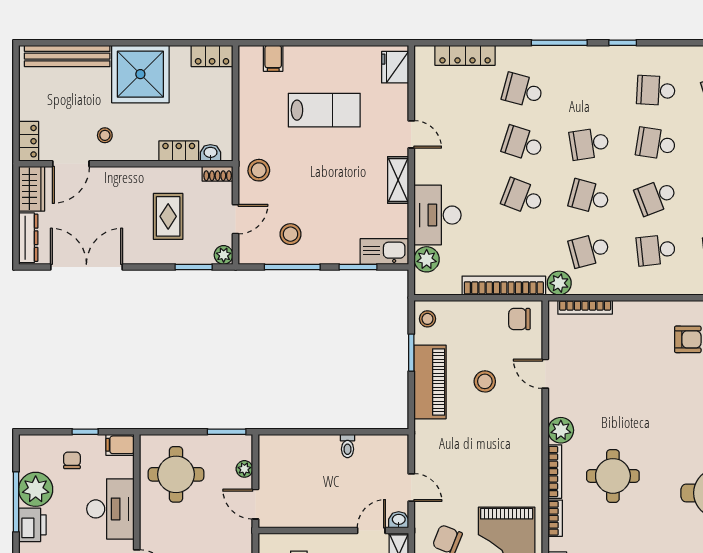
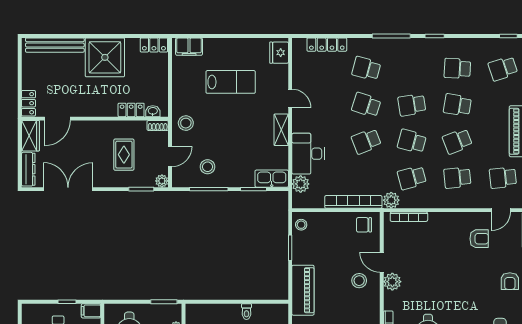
filing cabinet: (273, 58) -> (189, 47), width x2.00
stool: (105, 135) -> (81, 99), removed
school desk: (523, 197) -> (366, 141), turned -42
stool: (485, 381) -> (359, 281), moved
piano: (430, 382) -> (303, 290), moved
plant: (561, 430) -> (392, 282), moved

